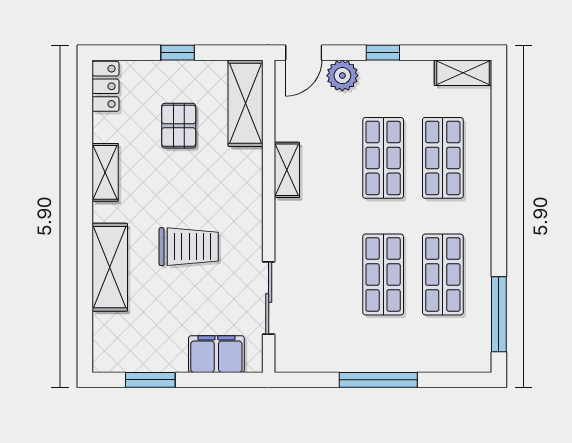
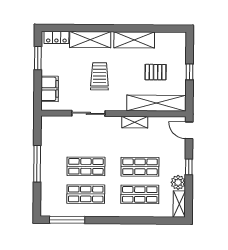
plant: (342, 76) -> (178, 182), moved
locker: (105, 86) -> (56, 37), moved
shelving: (246, 103) -> (156, 103), width x1.47
shelving: (105, 172) -> (134, 40), width x1.50, depth x1.33
trolley: (189, 247) -> (99, 76), turned 180
sliding door: (269, 298) -> (88, 113), moved

